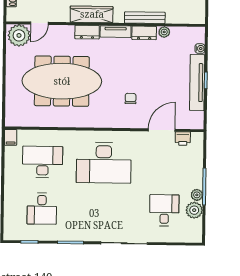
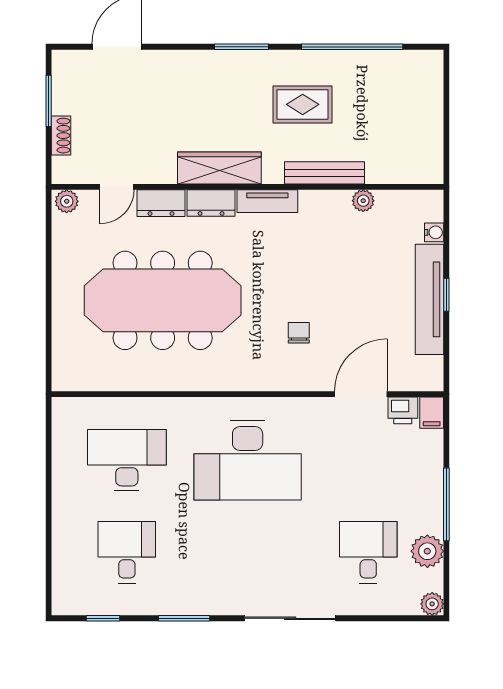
dresser: (144, 33) -> (161, 203), moved
plant: (19, 35) -> (67, 201), width x0.53, depth x0.53
filing cabinet: (11, 137) -> (432, 413), moved
plant: (197, 195) -> (432, 604), moved
desk: (42, 209) -> (127, 552), turned 180

